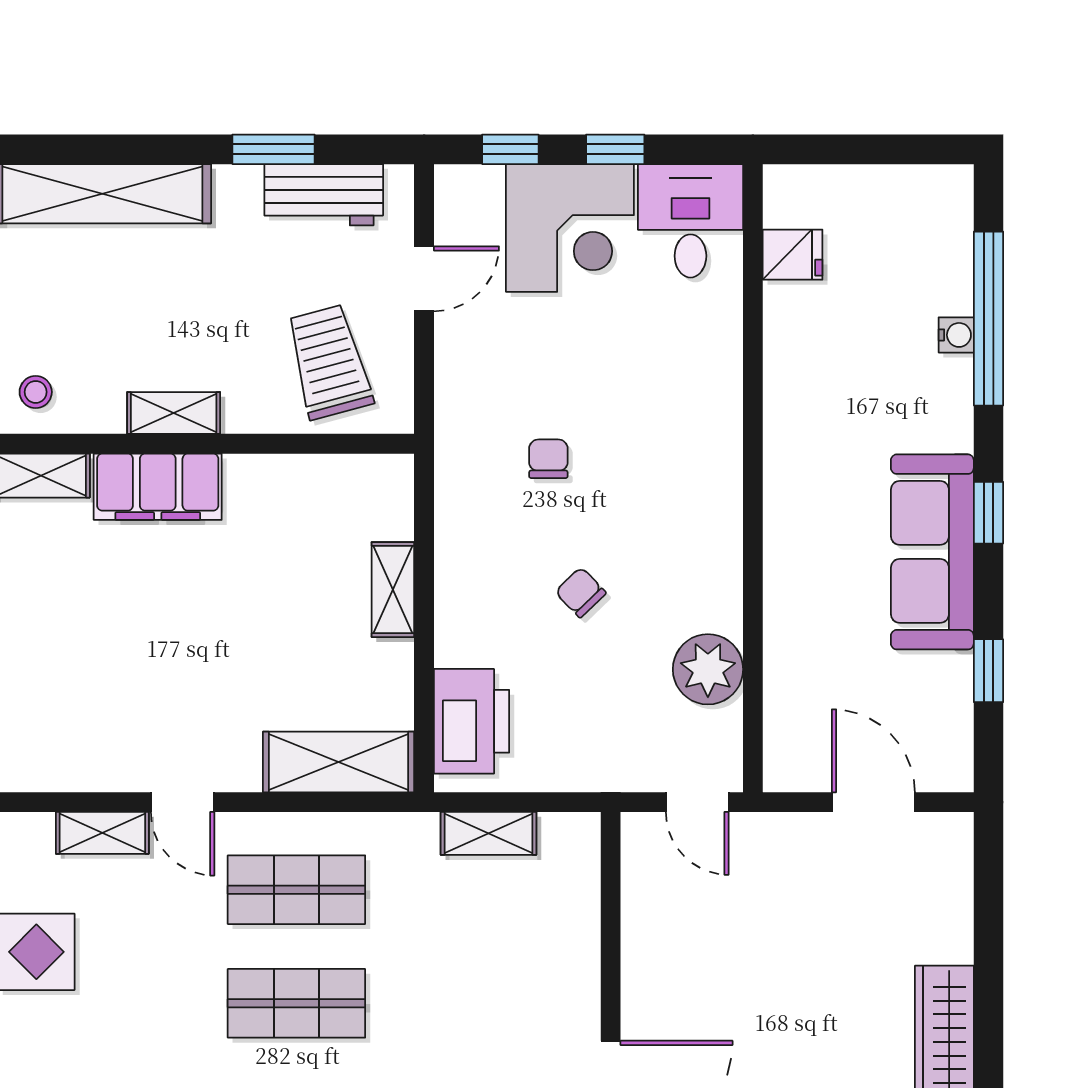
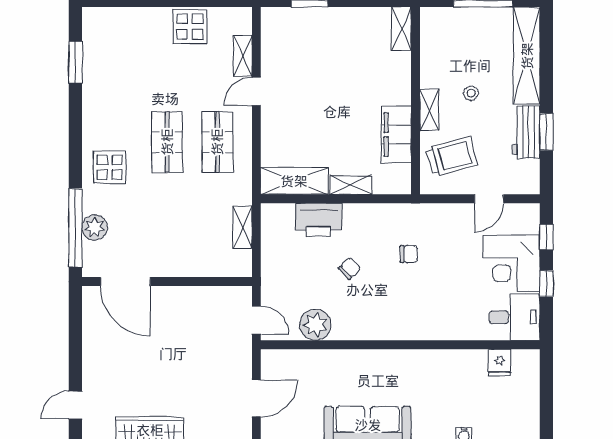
workbench: (324, 195) -> (526, 132), moved
door: (424, 279) -> (489, 199), hinge flipped
stool: (36, 392) -> (471, 93), moved
shelving: (174, 413) -> (429, 110), moved
filing cabinet: (158, 487) -> (396, 135), moved
printer: (472, 721) -> (318, 220), moved
shelving: (339, 762) -> (294, 181), moved, turned 90
door: (697, 802) -> (256, 320), swing flipped

